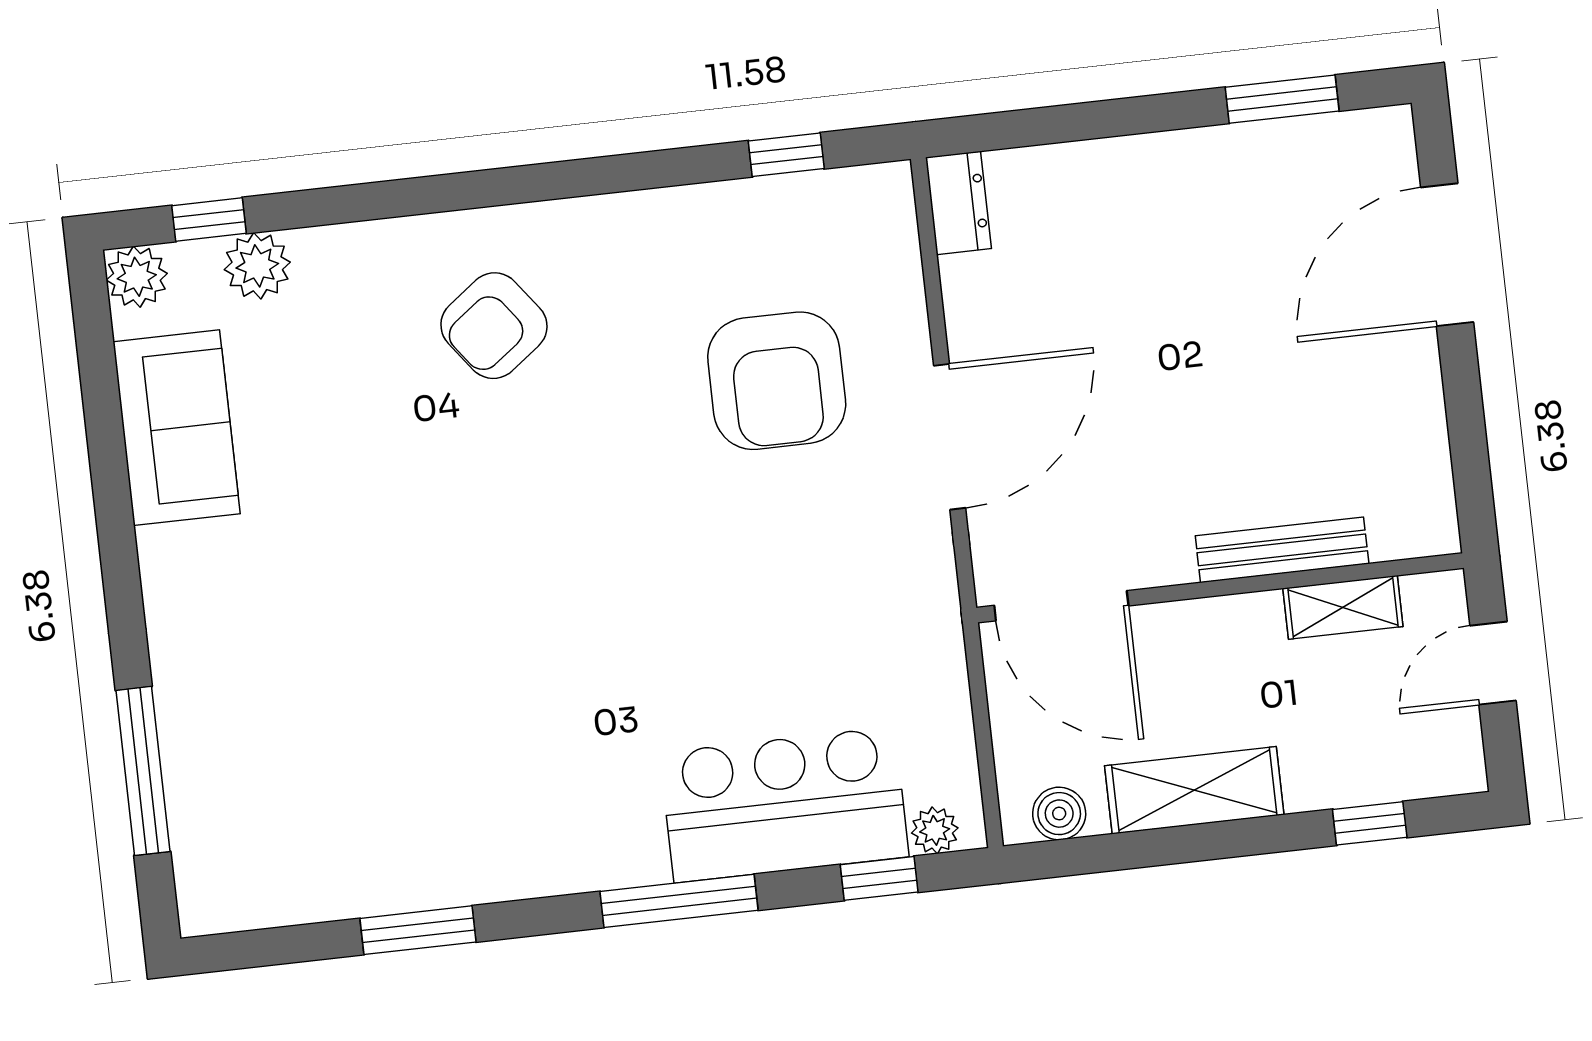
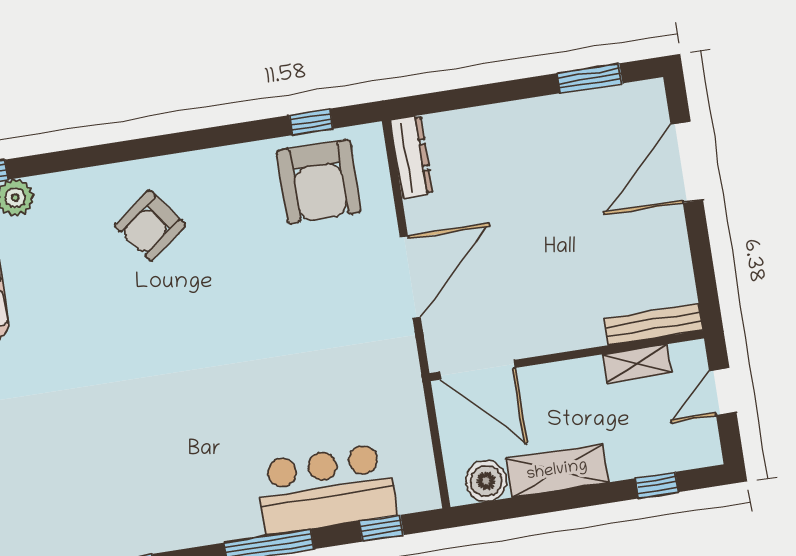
dresser: (958, 203) -> (411, 157), width x1.44
armchair: (777, 381) -> (319, 182), moved
bench: (1282, 550) -> (654, 325), moved
boiler: (1059, 814) -> (486, 481), width x1.36, depth x1.36
plant: (935, 830) -> (412, 500), removed

